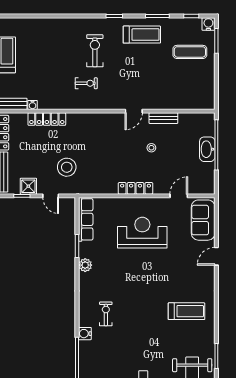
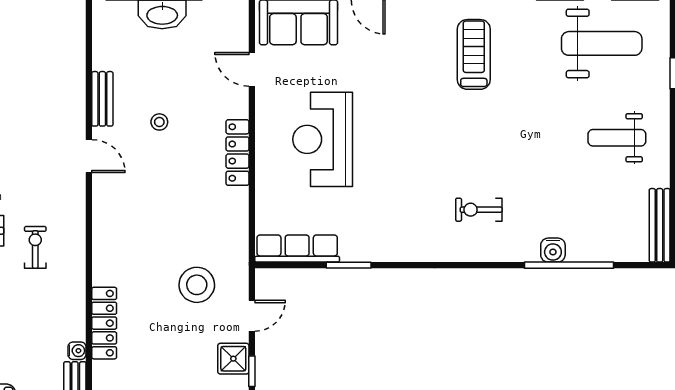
plant: (85, 265) -> (385, 249), removed
water cooler: (85, 334) -> (553, 250), moved

